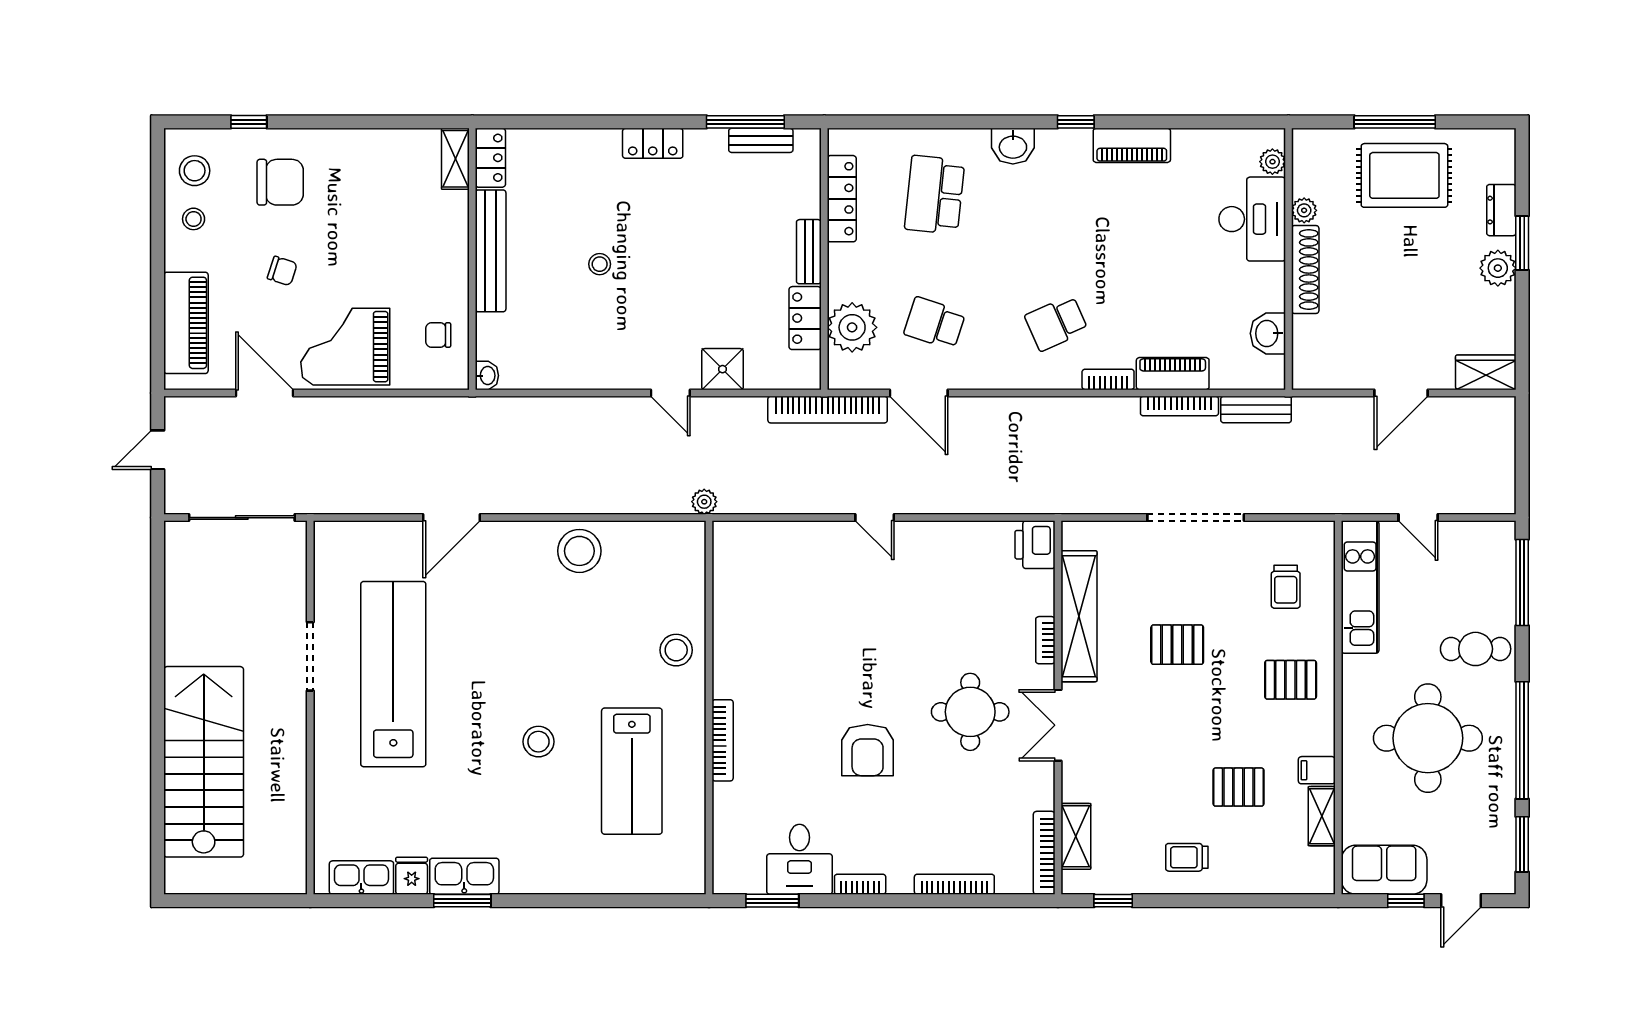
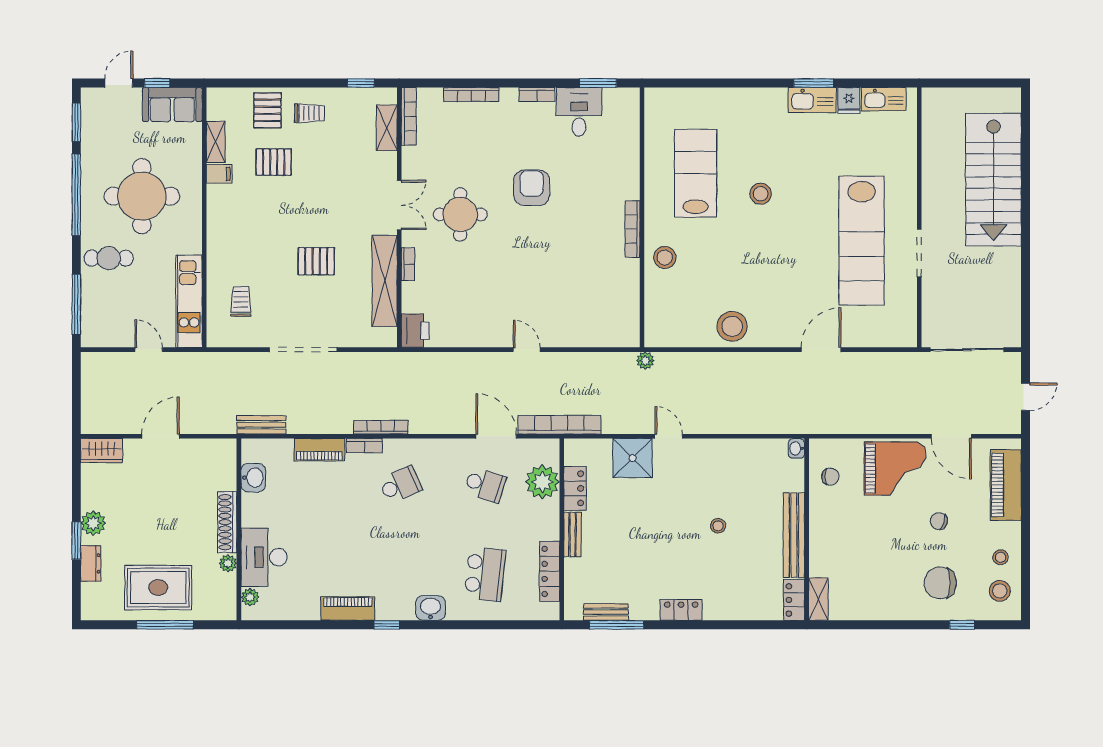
shower: (722, 369) -> (633, 458), width x1.36, depth x1.36
bookcase: (1179, 406) -> (381, 427), moved
pallet: (1291, 680) -> (267, 110), moved, turned 90
bookcase: (723, 740) -> (632, 229), moved

